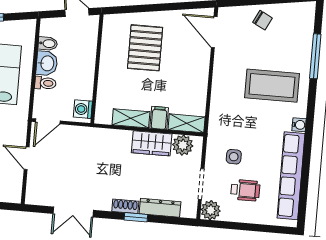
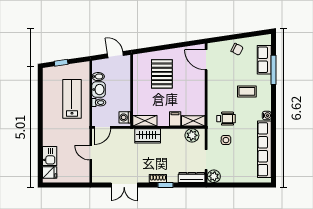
row of seats: (303, 40) -> (264, 60), added
coffee table: (272, 86) -> (247, 91), width x0.54, depth x0.58
shelving: (131, 118) -> (145, 121), moved
wardrobe: (152, 143) -> (148, 136), moved
wheelchair: (245, 190) -> (226, 119), moved
dresser: (160, 208) -> (192, 177), moved

